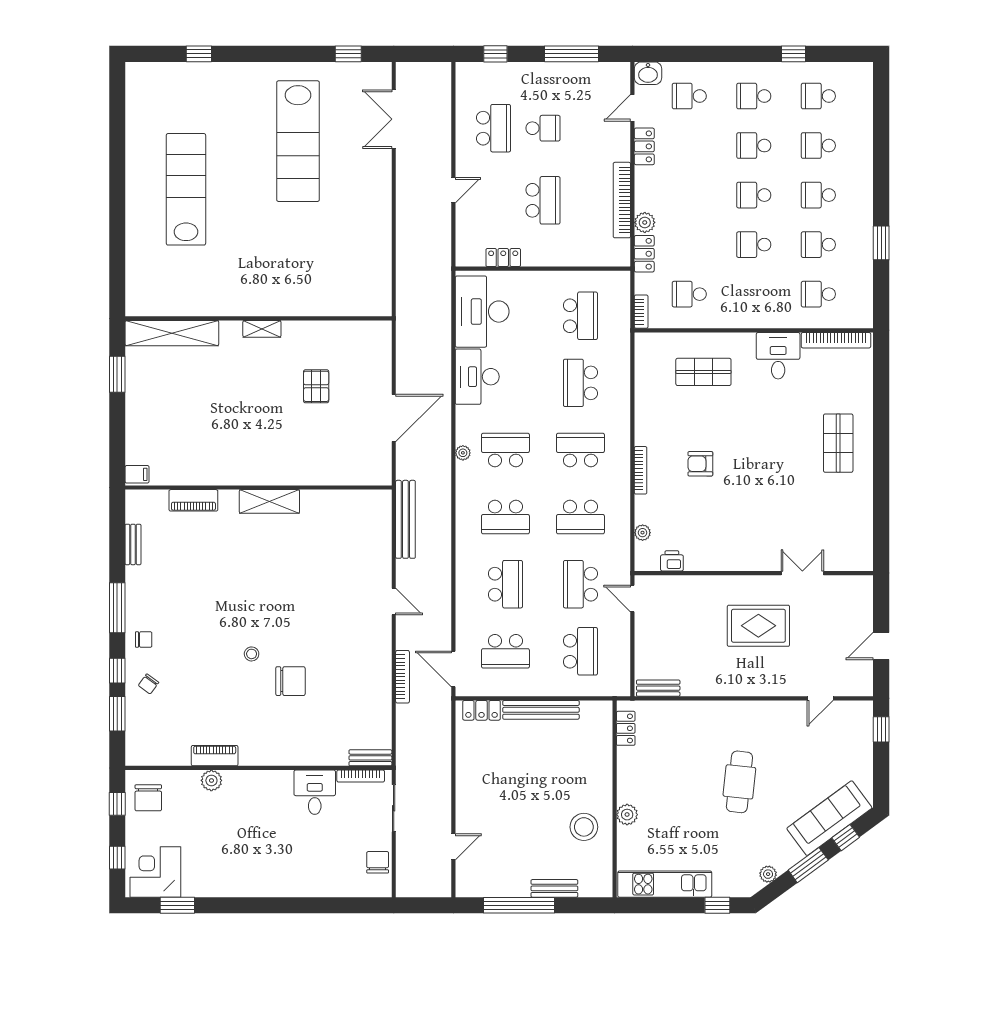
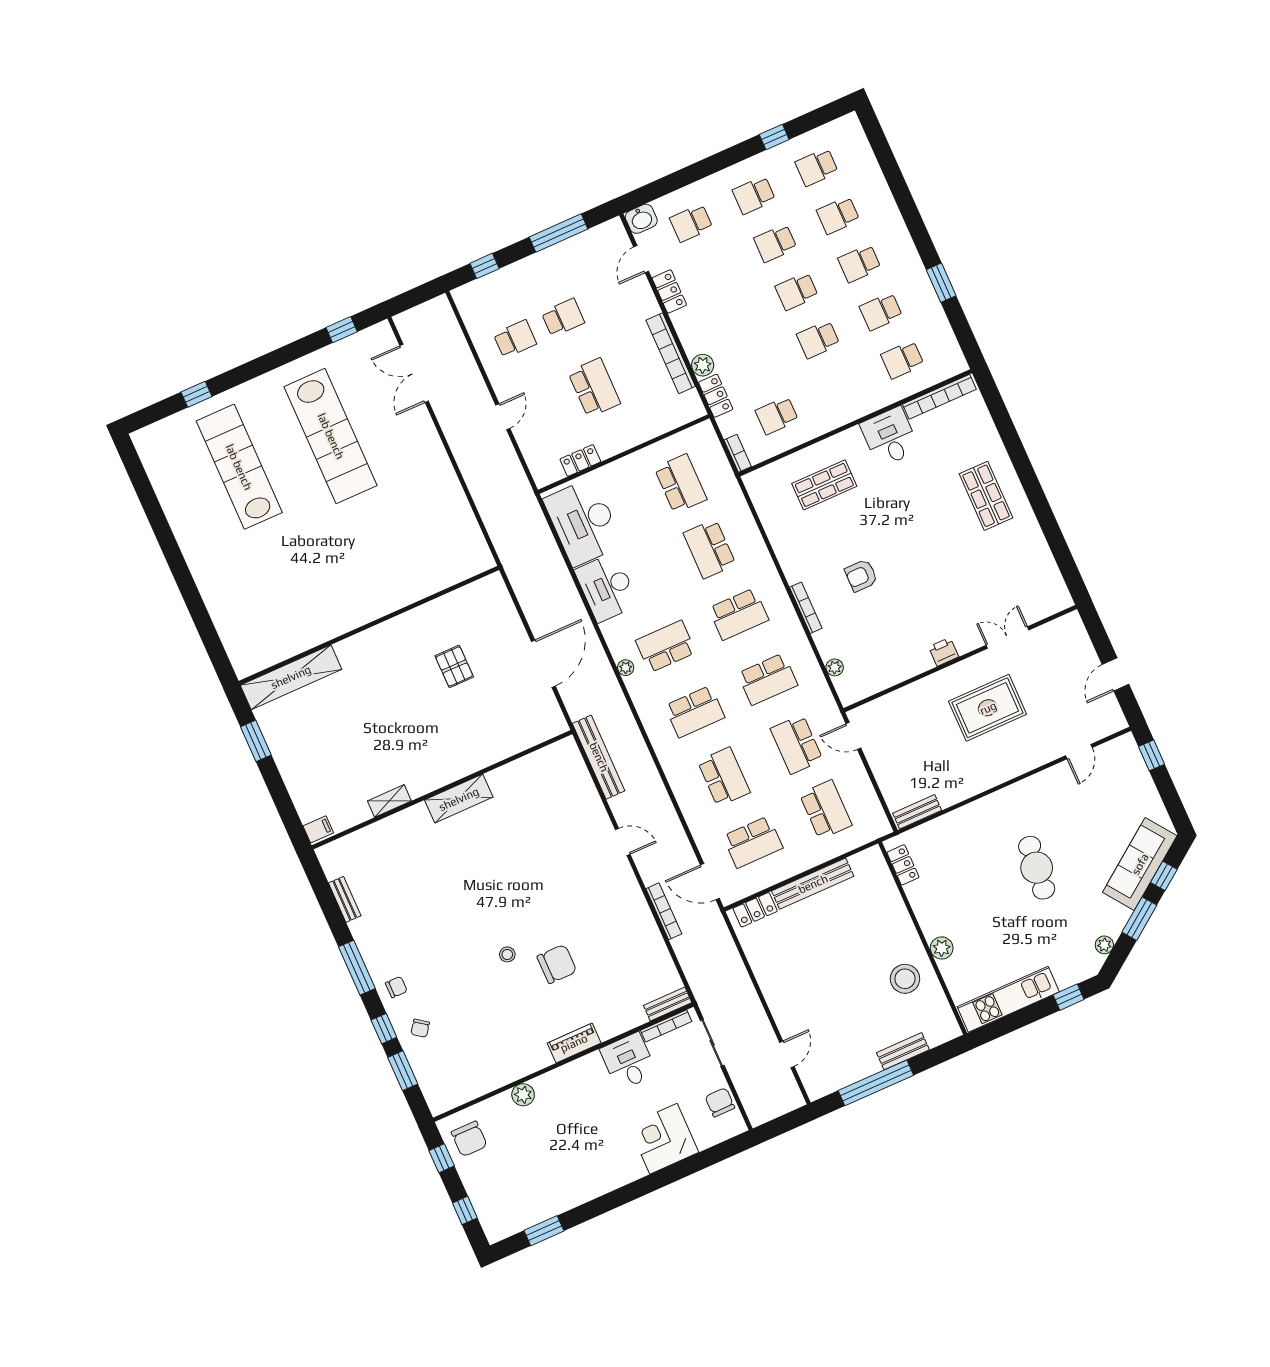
school desk: (494, 128) -> (515, 339), width x0.54
lab bench: (186, 189) -> (239, 467), moved
shelving: (262, 329) -> (389, 801), moved
school desk: (580, 450) -> (739, 614), turned 180
piano: (193, 500) -> (384, 830), removed
printer: (672, 561) -> (944, 652), moved
piano: (215, 756) -> (574, 1043), moved
corner desk: (155, 872) -> (663, 1139), moved

